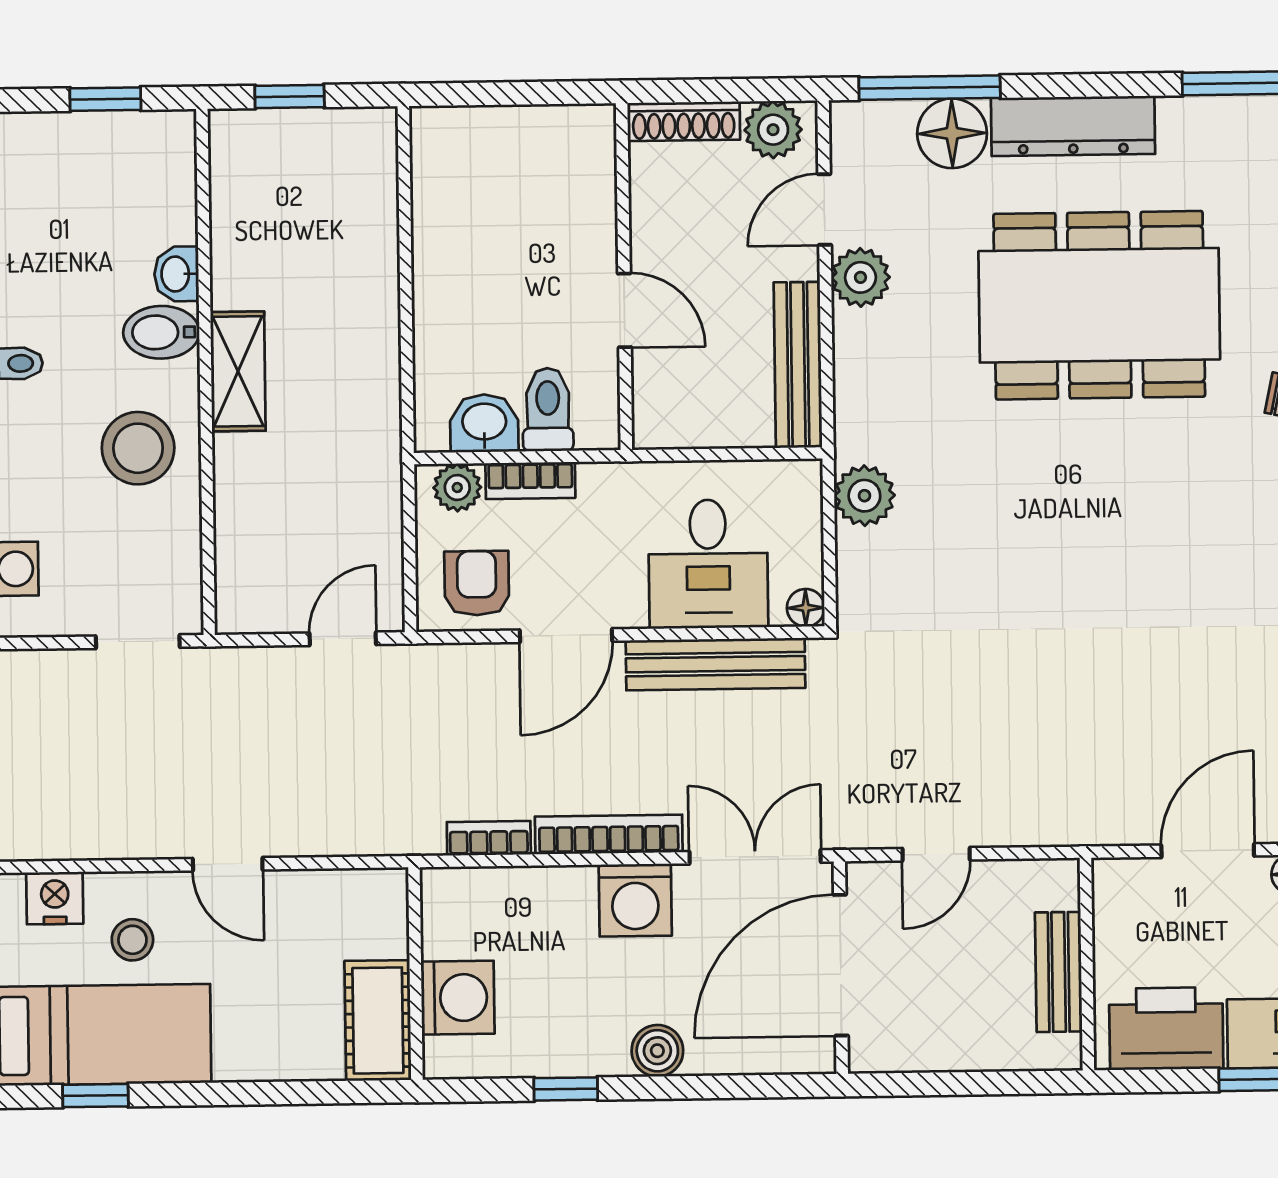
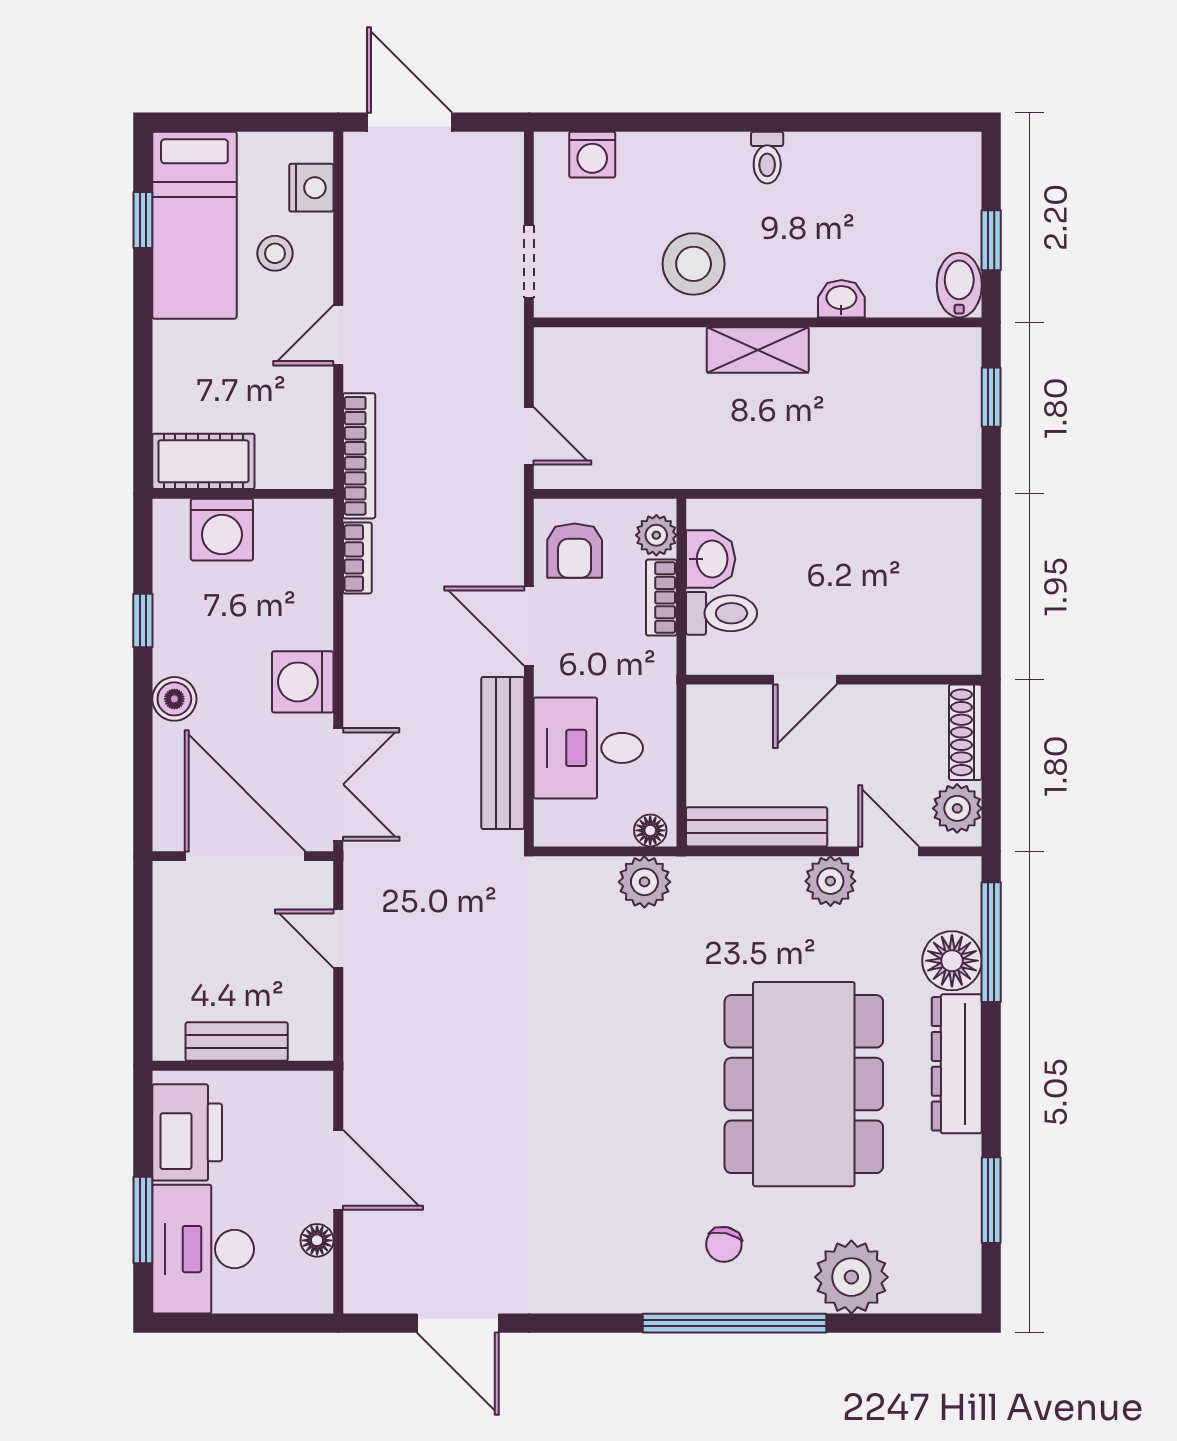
bidet: (161, 332) -> (959, 285), moved
armchair: (477, 583) -> (575, 551), turned 90
floor lamp: (806, 608) -> (650, 830), moved
bookcase: (609, 834) -> (359, 456), moved

